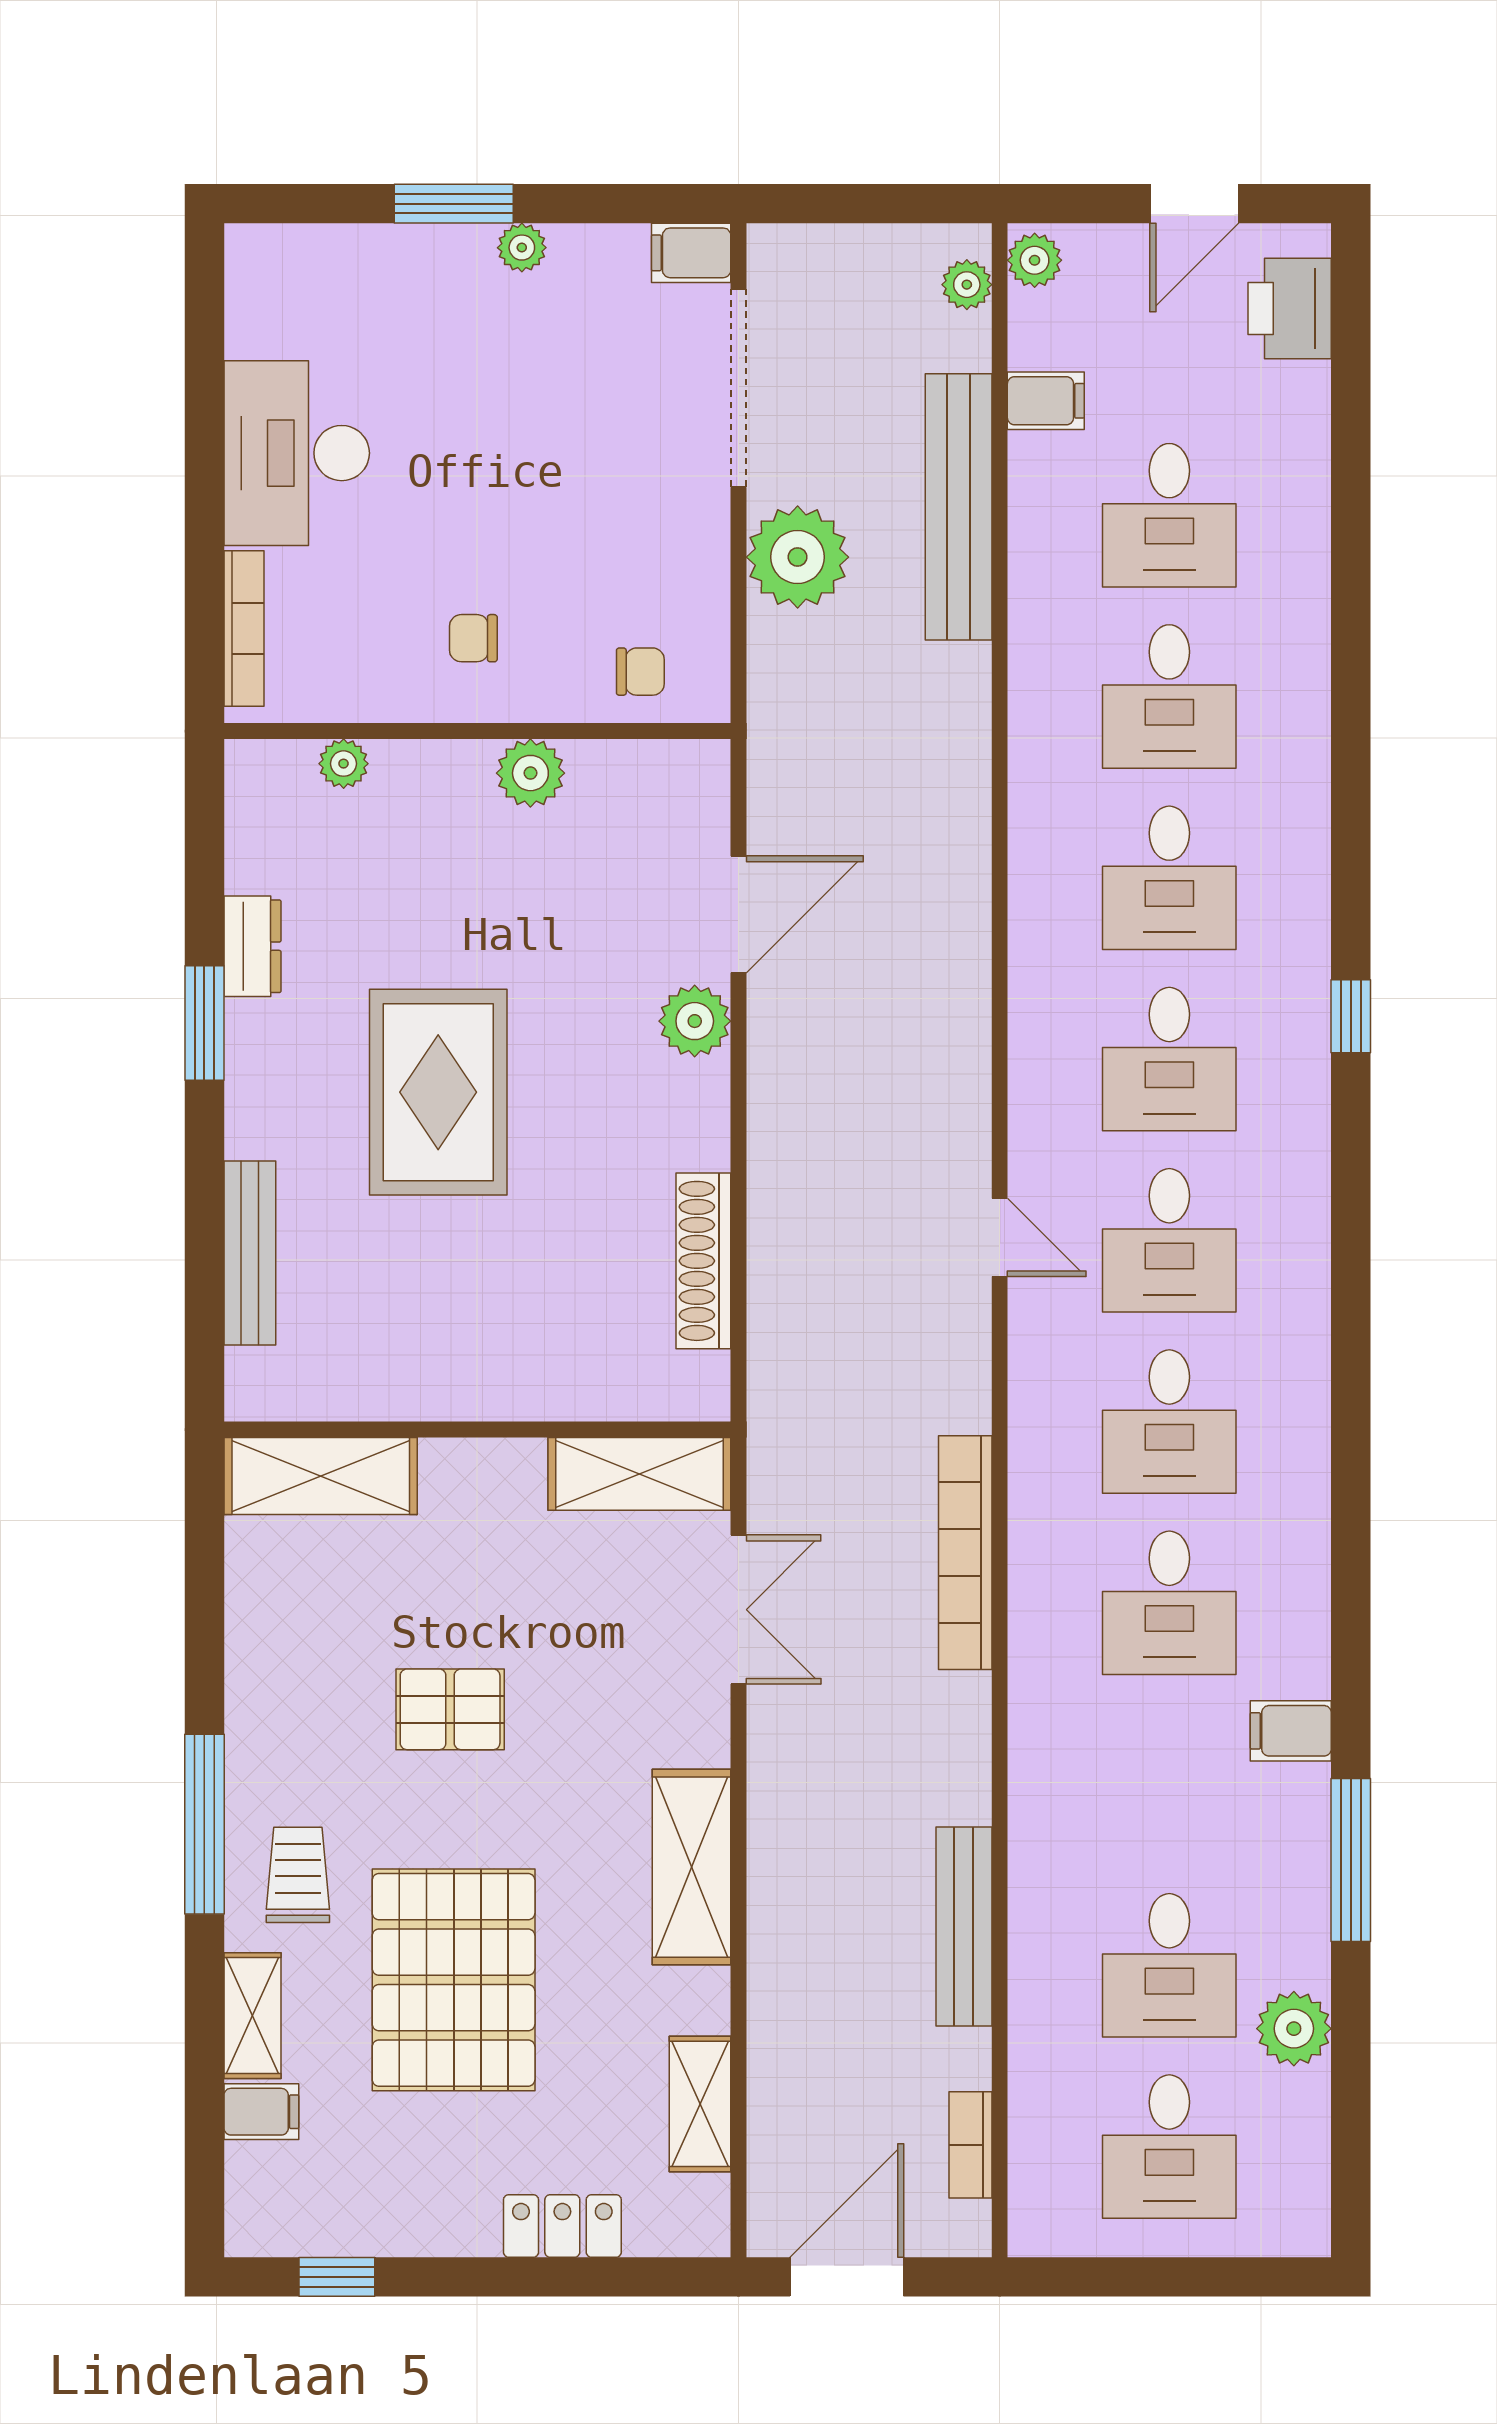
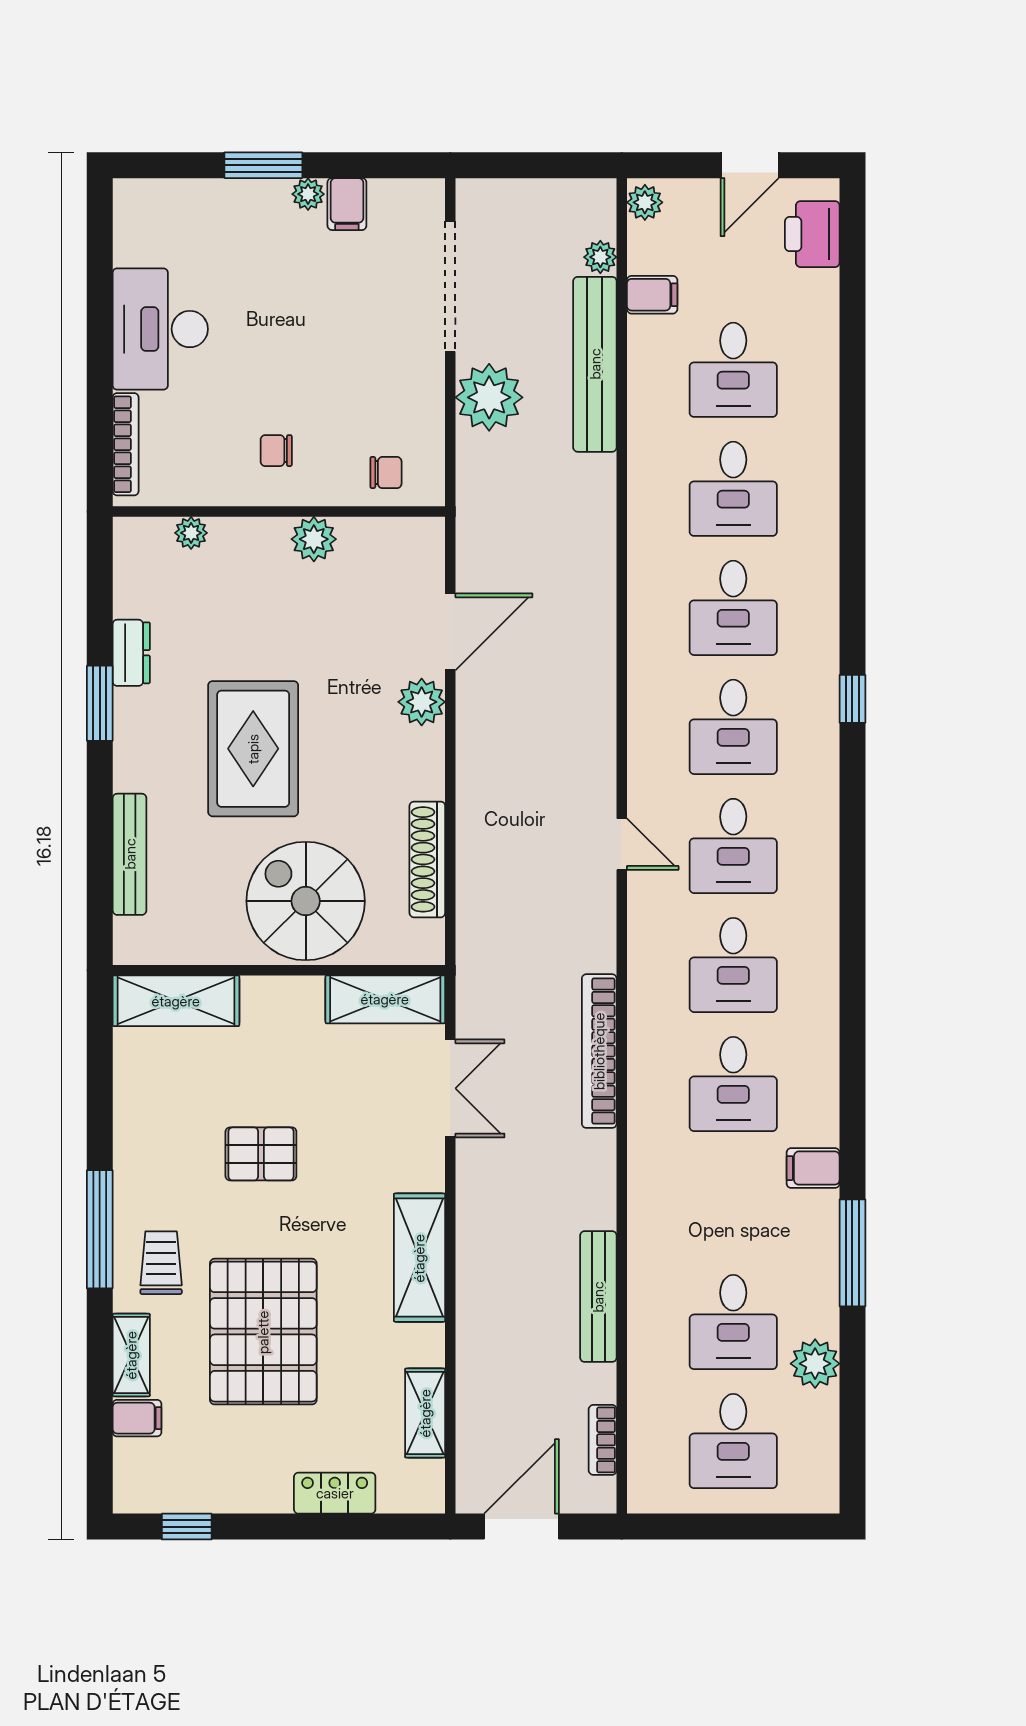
filing cabinet: (691, 253) -> (347, 204), moved, turned -90
plant: (967, 285) -> (600, 257), moved
spiral stairs: (518, 1324) -> (306, 901), added

